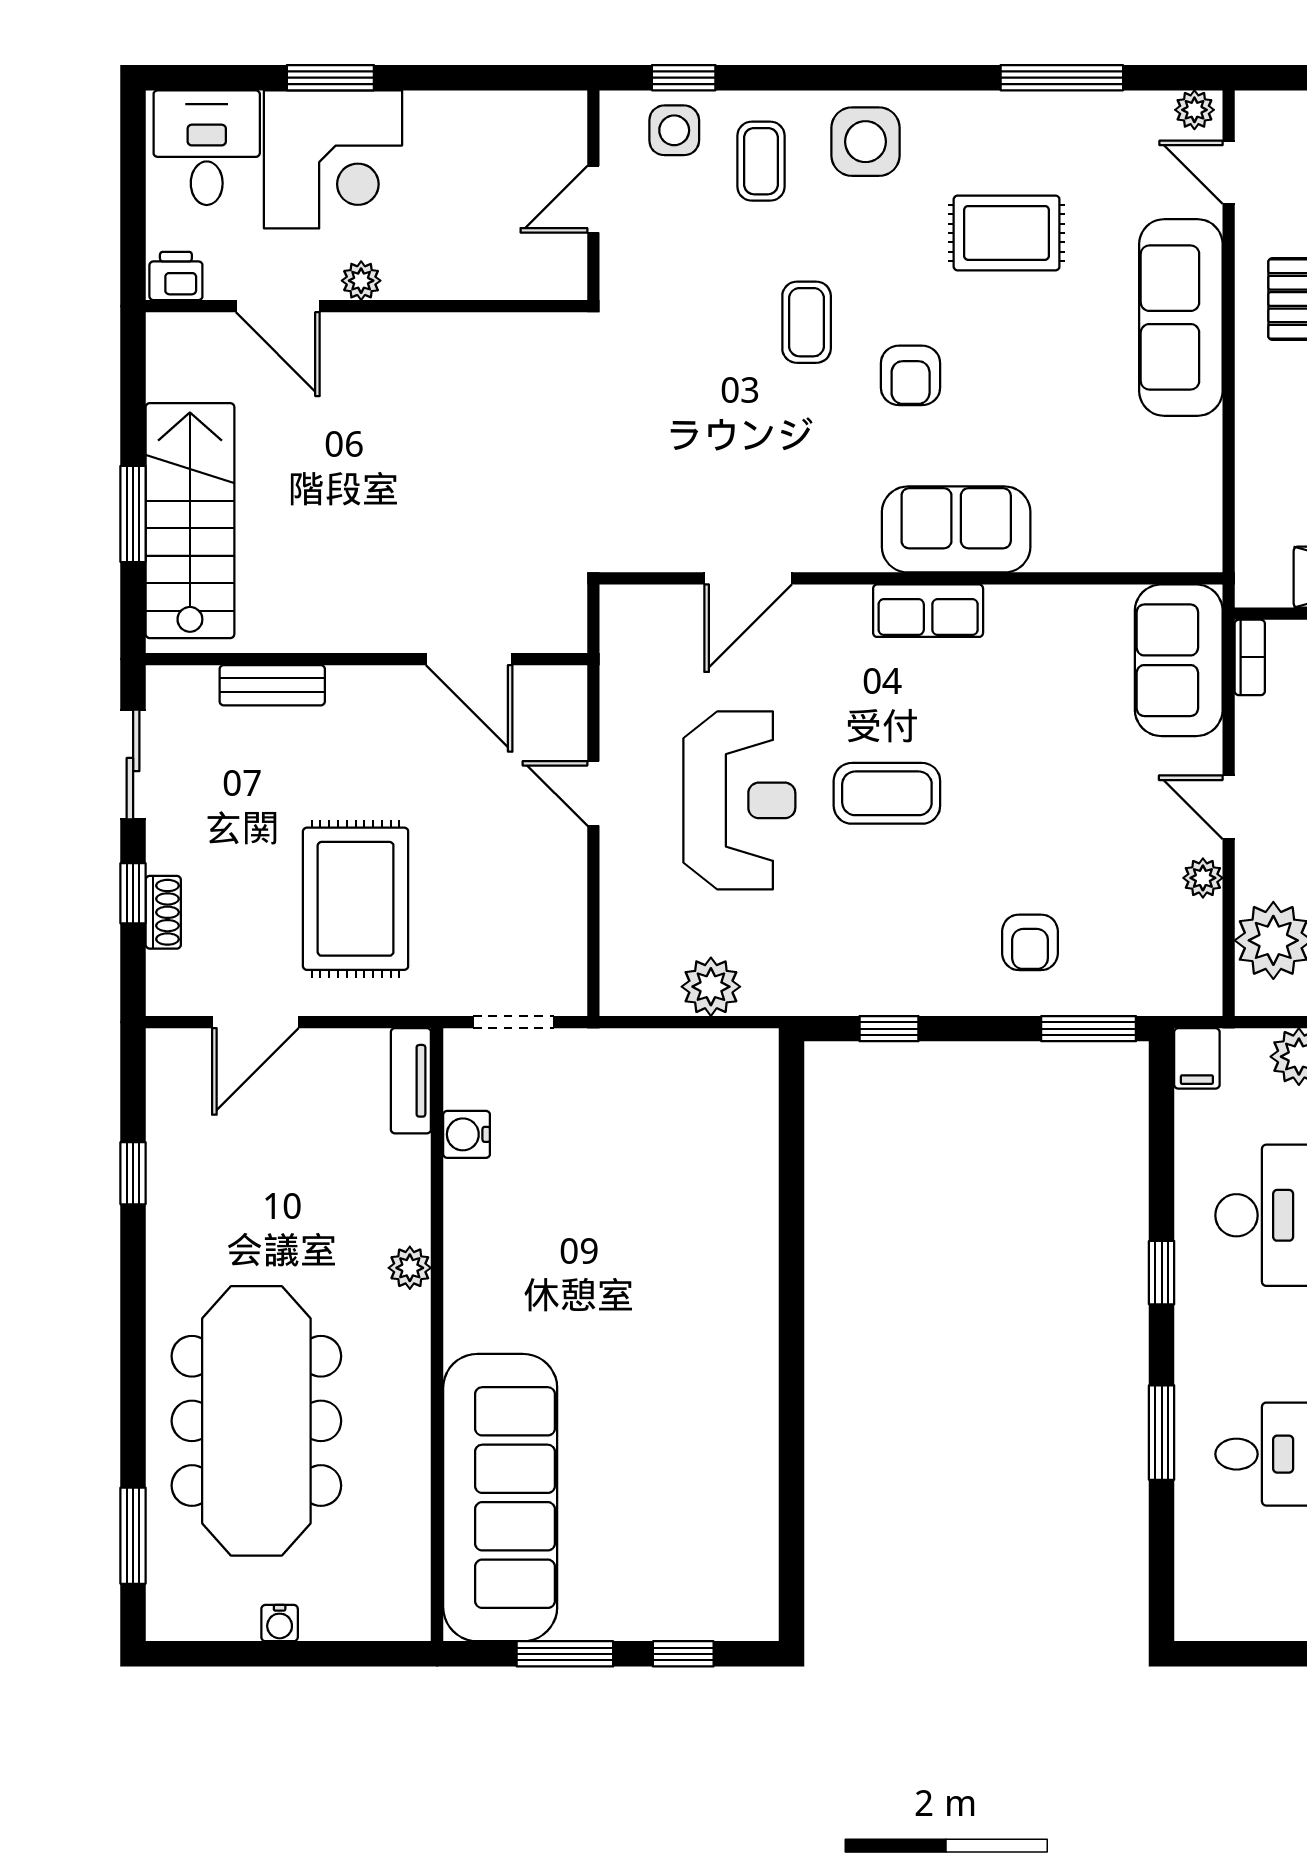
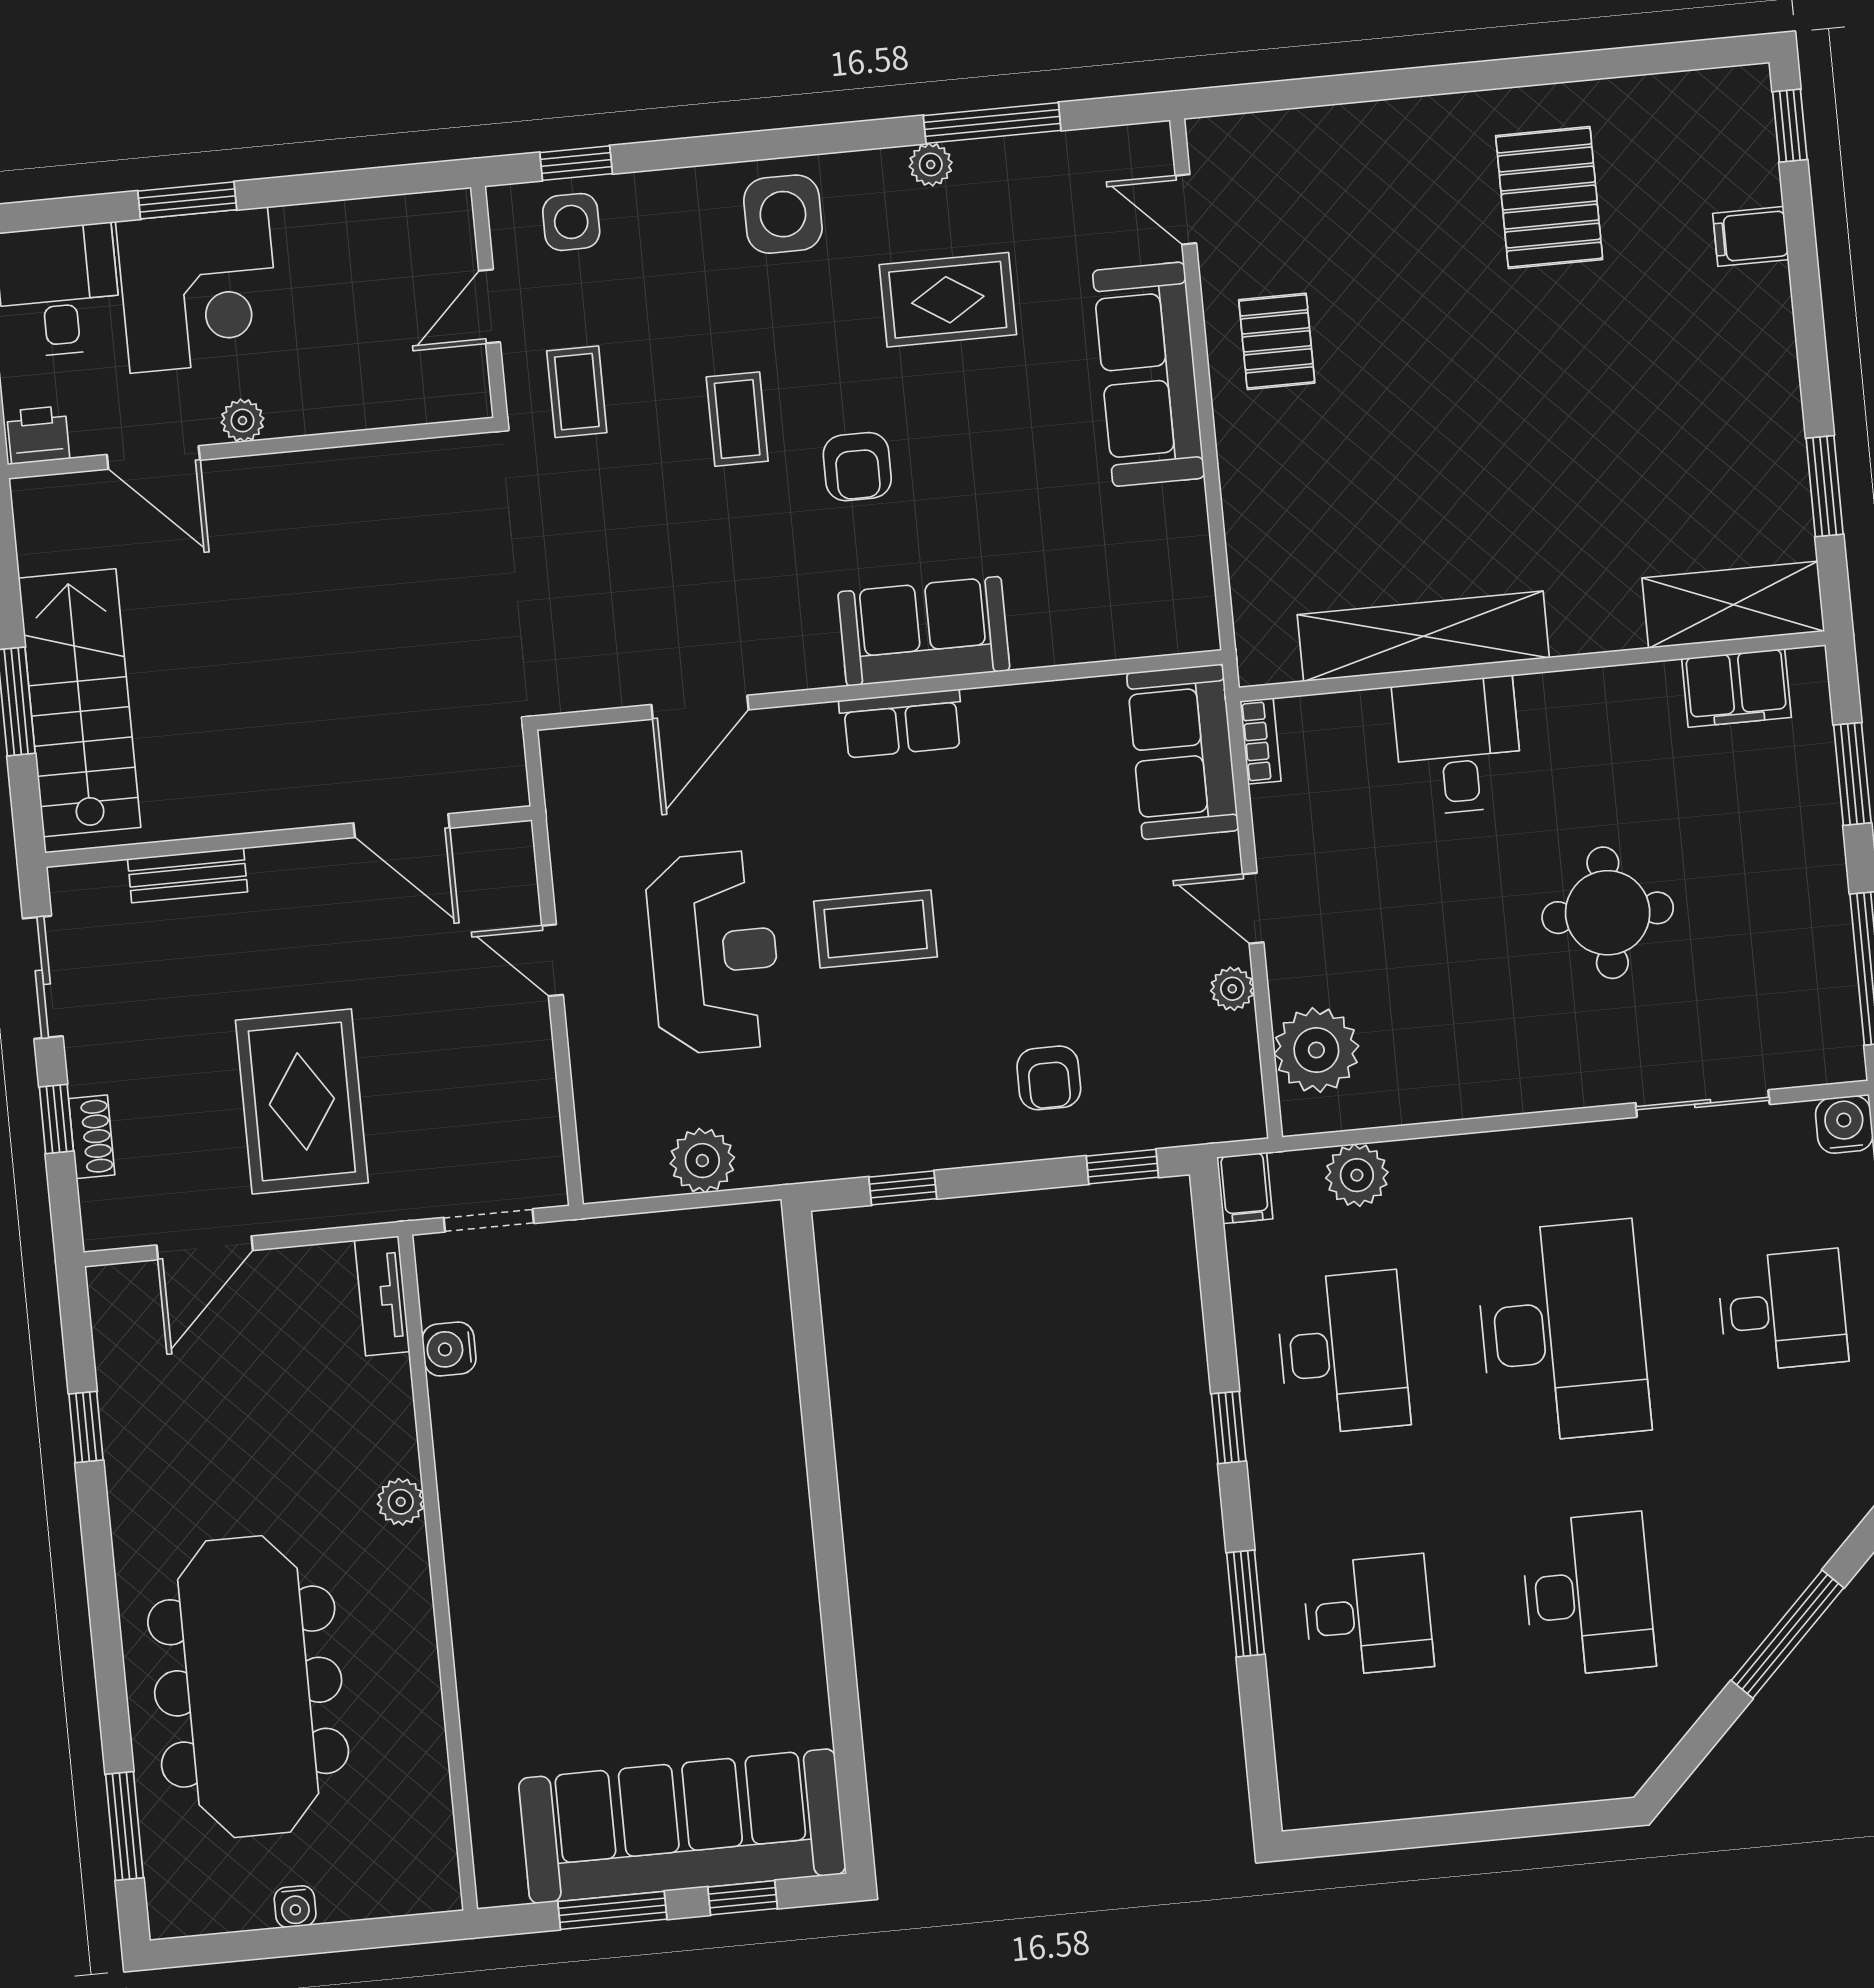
plant: (1194, 110) -> (931, 165), moved
coffee table: (761, 161) -> (577, 392), moved
window: (1089, 1029) -> (1122, 1167), width x0.67
sofa: (500, 1498) -> (682, 1826), moved, turned -90

